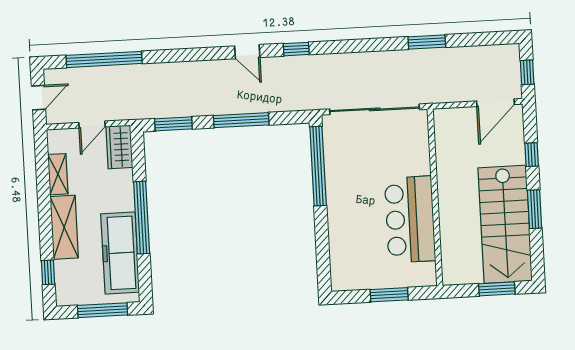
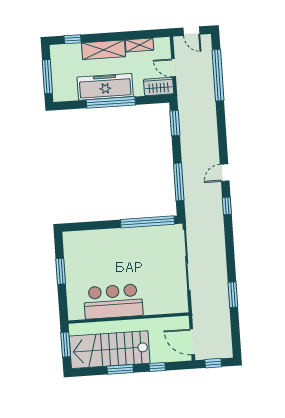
window: (241, 120) -> (179, 182), moved
wall: (435, 197) -> (128, 318), moved
bar counter: (410, 219) -> (113, 301), moved
freezer: (120, 253) -> (105, 87), moved

